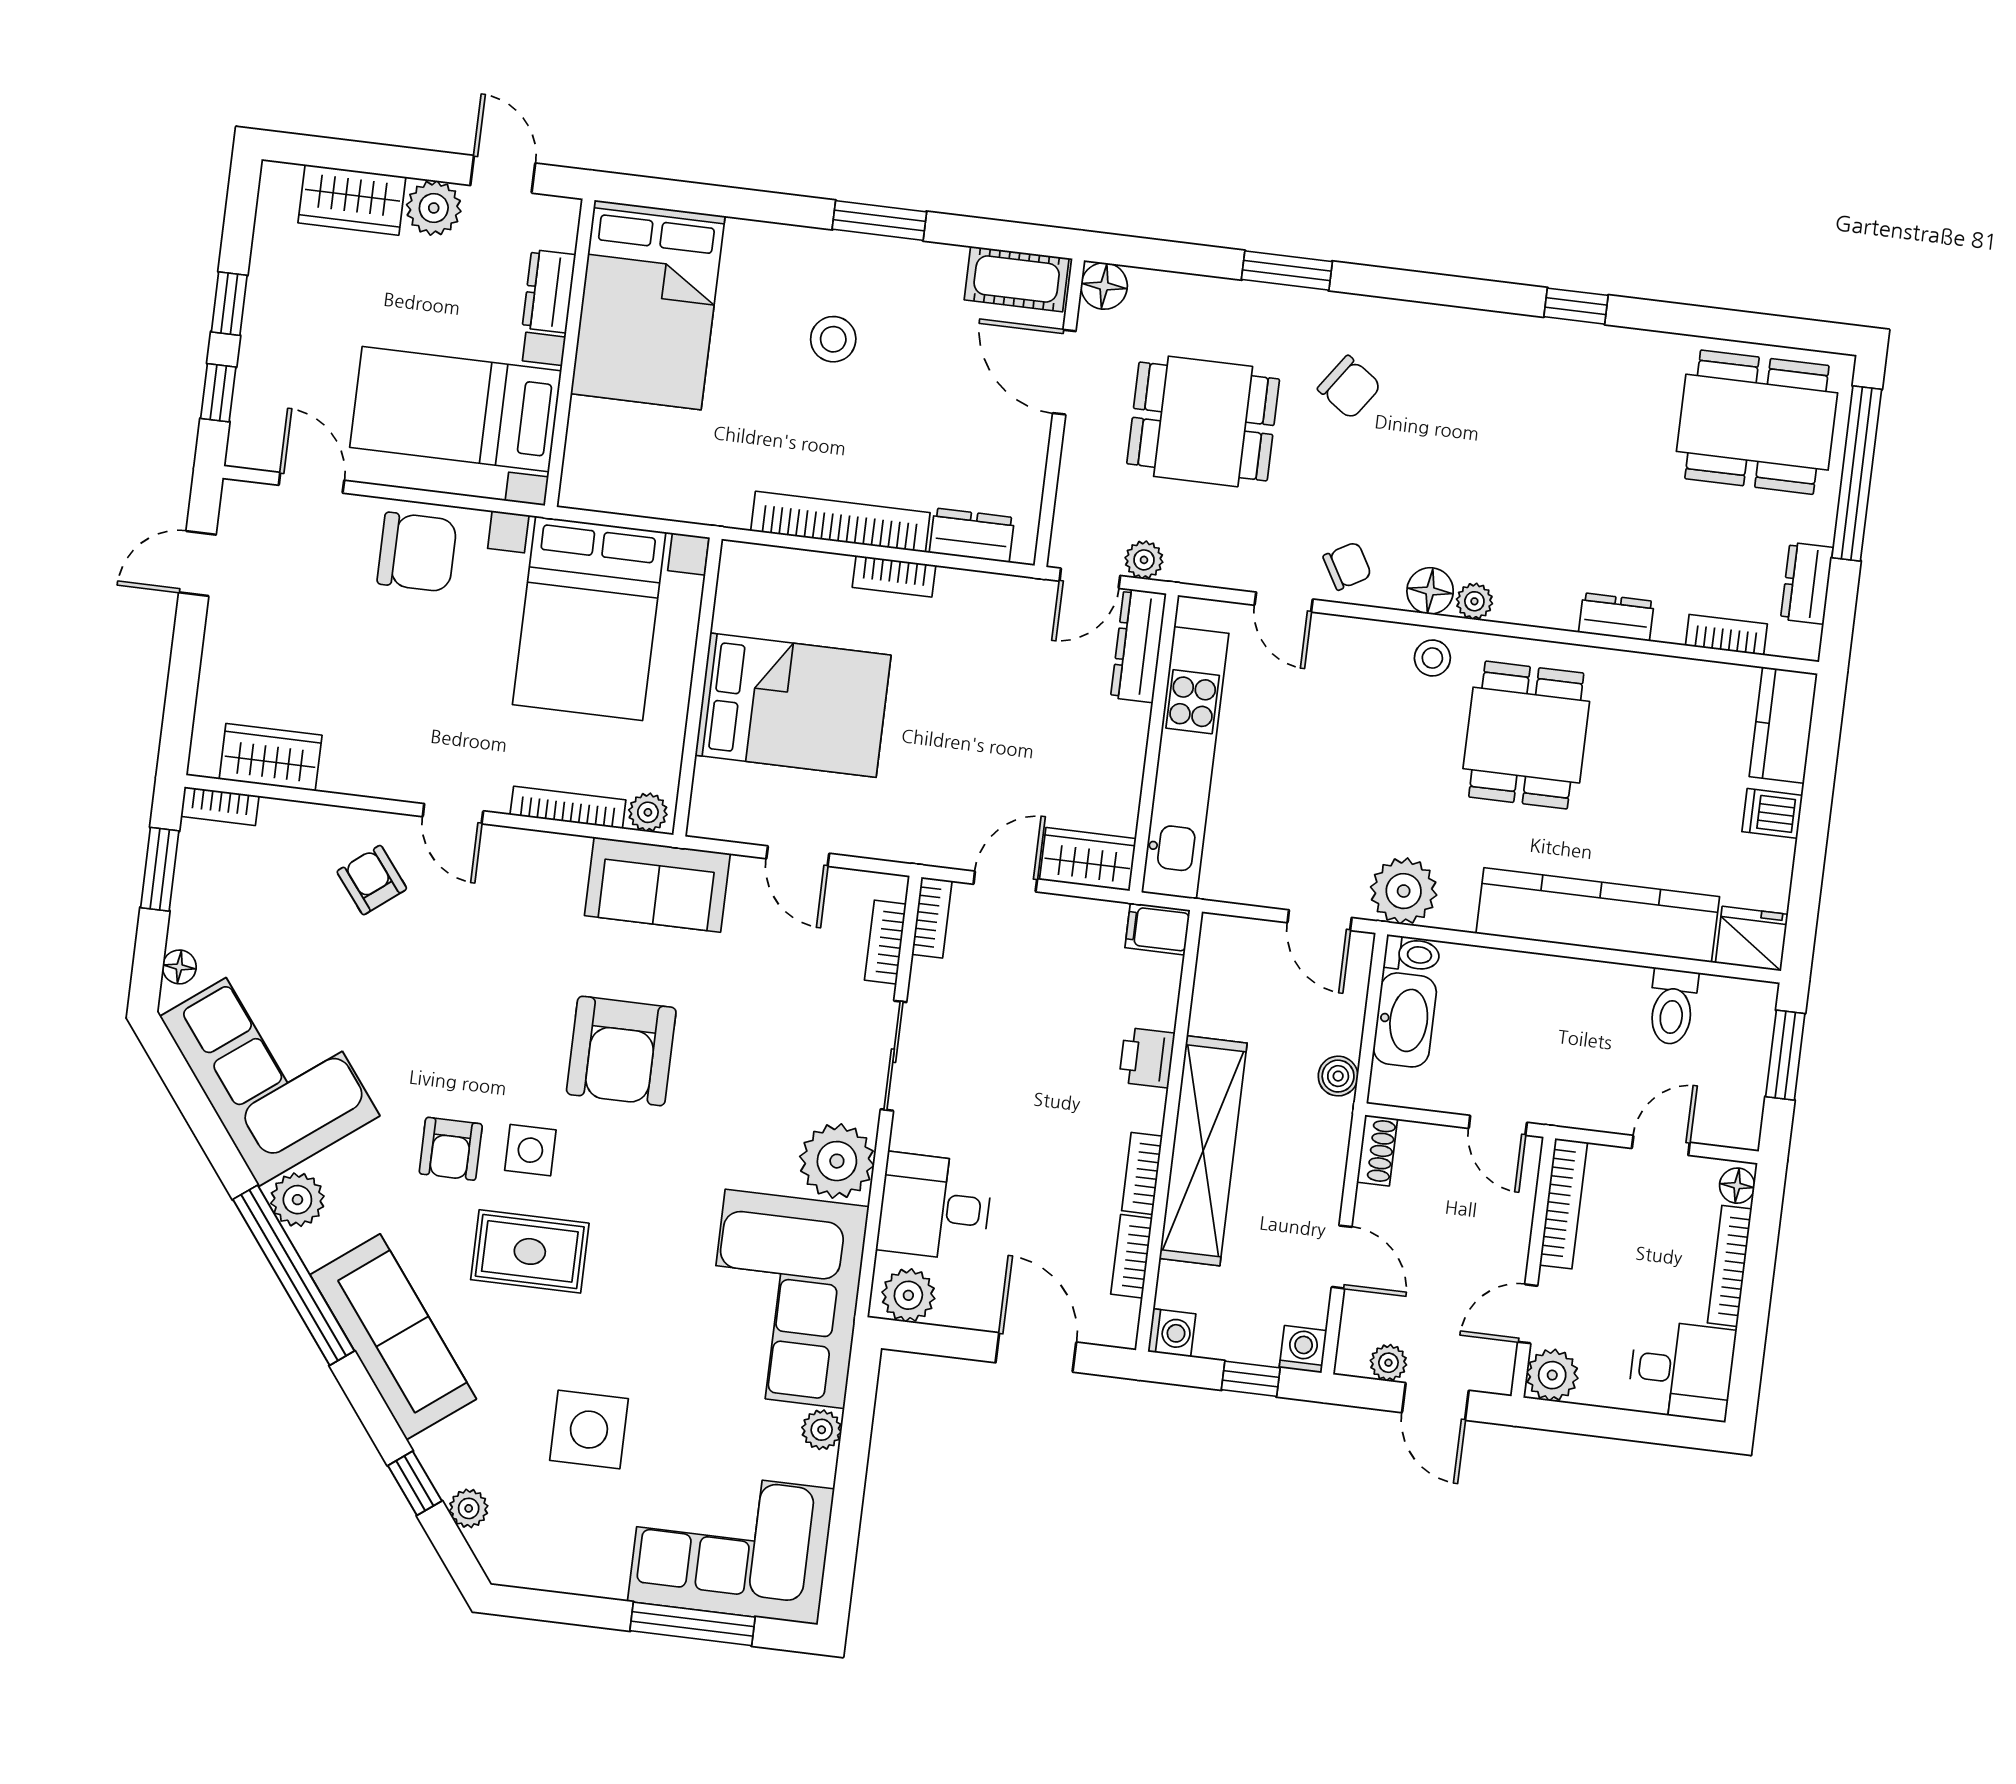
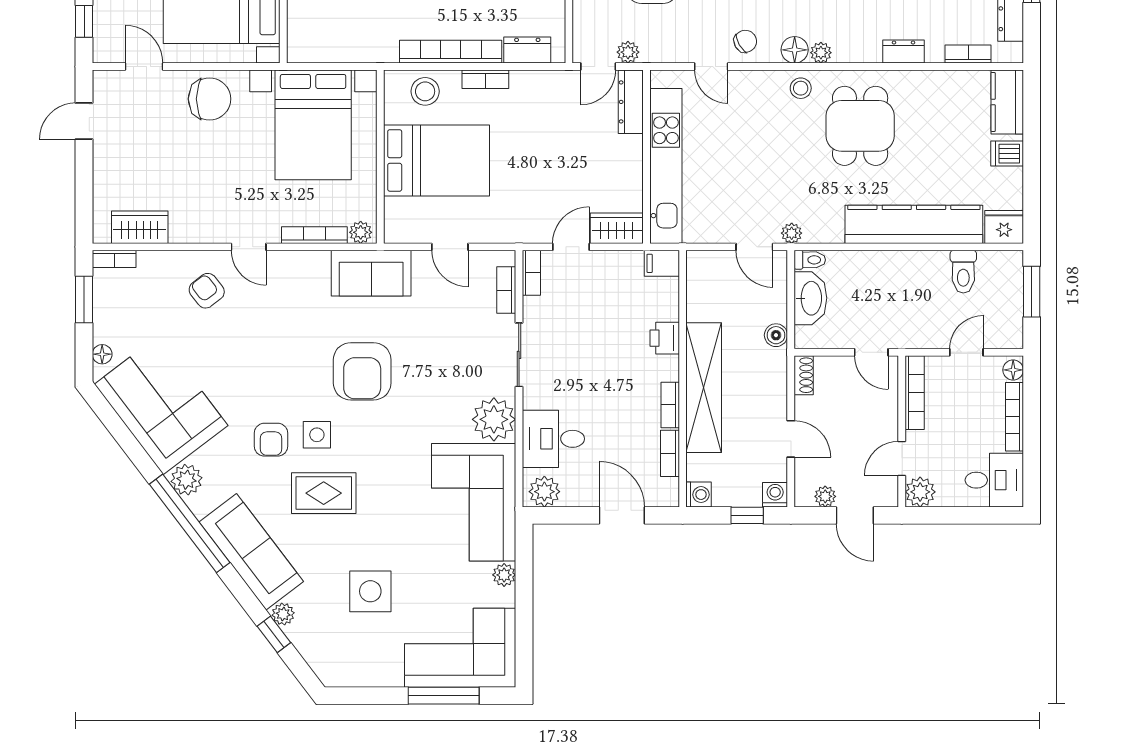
stool: (788, 584) -> (425, 91), added
plant: (1404, 891) -> (792, 233), width x0.53, depth x0.53
plant: (469, 1508) -> (283, 614), moved

